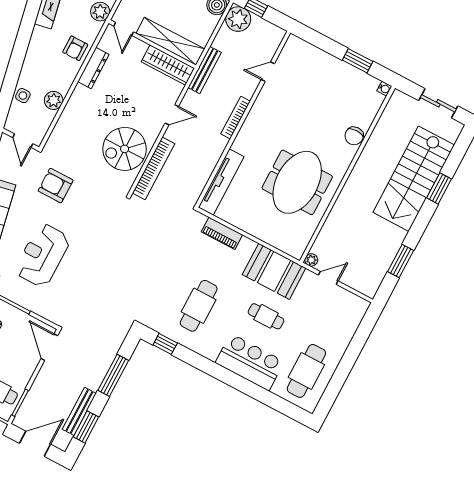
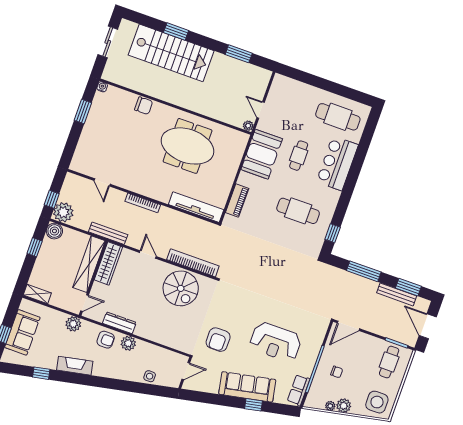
plant: (54, 100) -> (128, 343), moved

